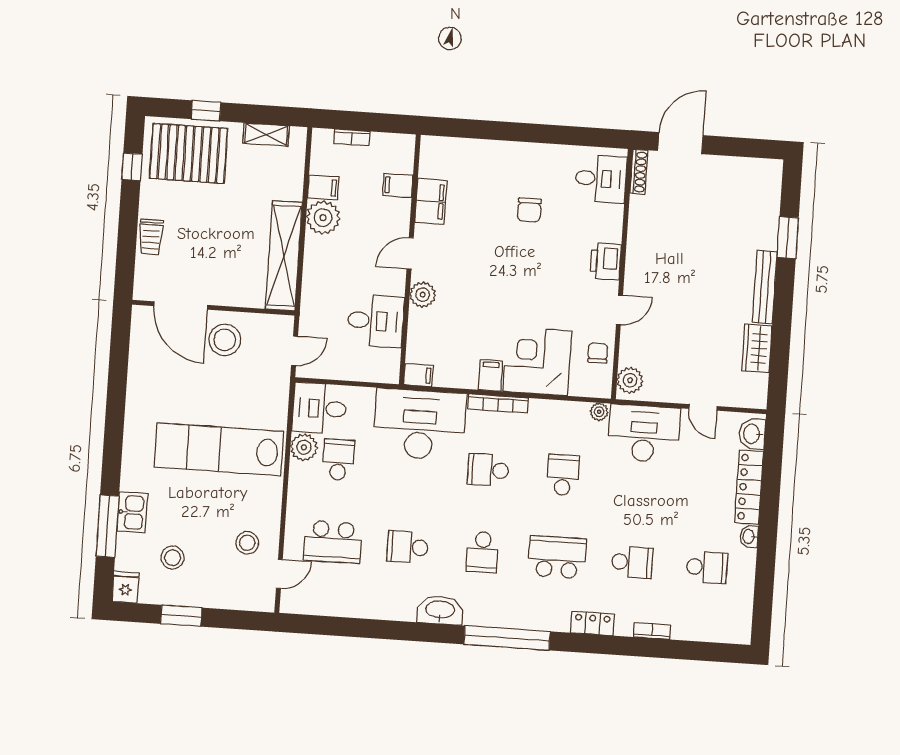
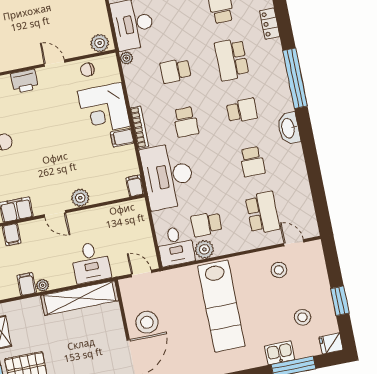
plant: (323, 218) -> (43, 285), width x0.53, depth x0.53
desk: (376, 321) -> (91, 262), moved, turned 180

